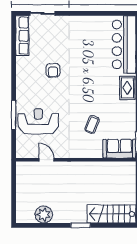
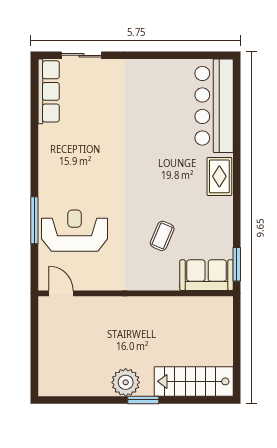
armchair: (53, 70) -> (98, 148), removed
door: (46, 160) -> (61, 293), moved
plant: (44, 215) -> (126, 382), moved

